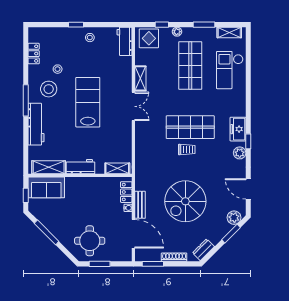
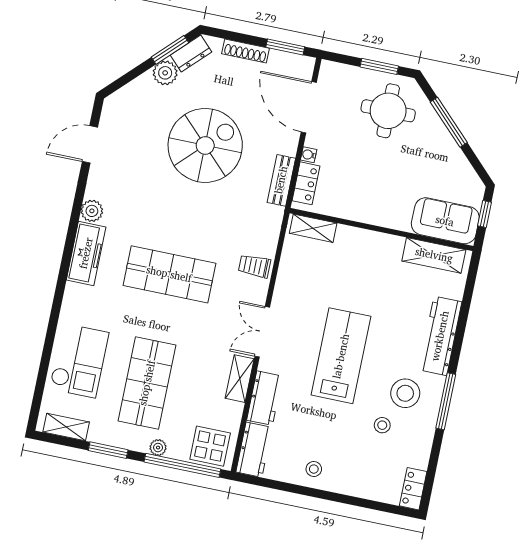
window: (76, 25) -> (333, 497), removed
window: (162, 25) -> (182, 465), width x3.17
locker: (34, 54) -> (413, 489), moved
window: (26, 100) -> (446, 401), moved
lab bench: (88, 102) -> (341, 356), turned 180
freezer: (238, 129) -> (86, 253), width x1.40
window: (248, 141) -> (73, 228), removed
trolley: (187, 150) -> (254, 266), moved
workbench: (80, 167) -> (265, 398), moved, turned -90
door: (248, 189) -> (90, 144), swing flipped
bench: (140, 205) -> (281, 180), moved
plant: (234, 218) -> (165, 73), moved
window: (47, 232) -> (449, 122), moved
window: (231, 234) -> (170, 50), moved

